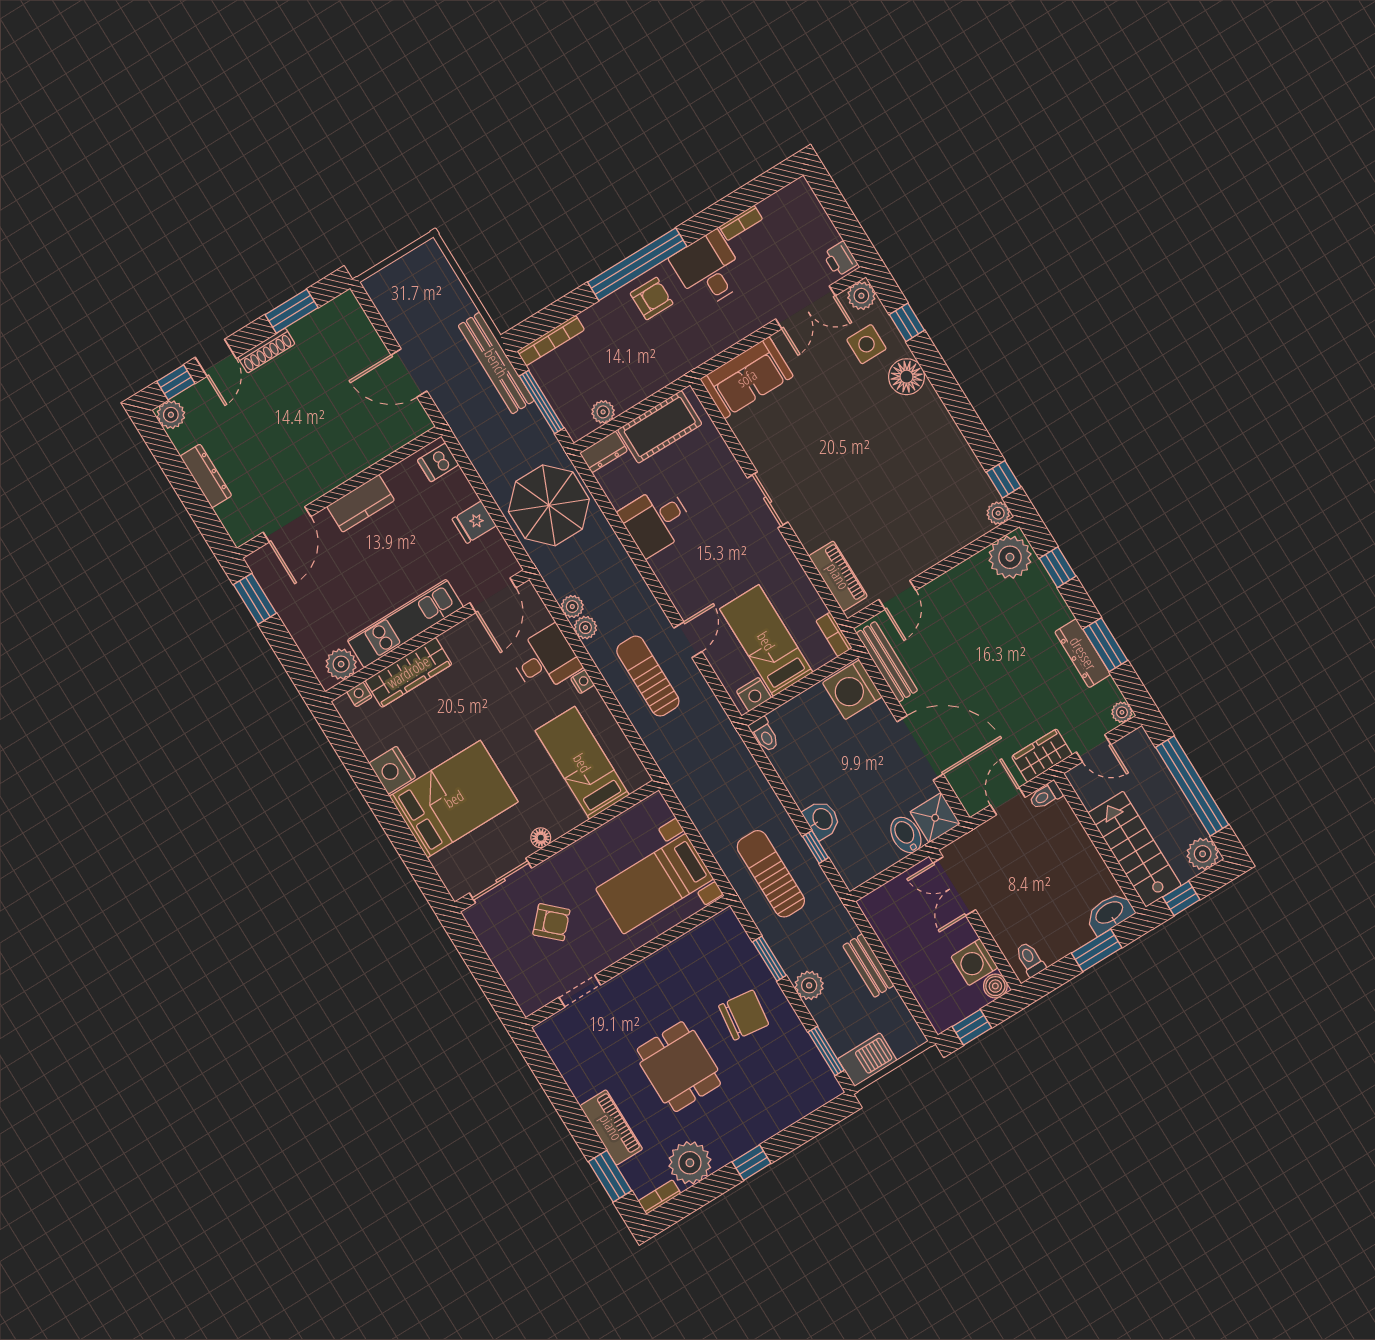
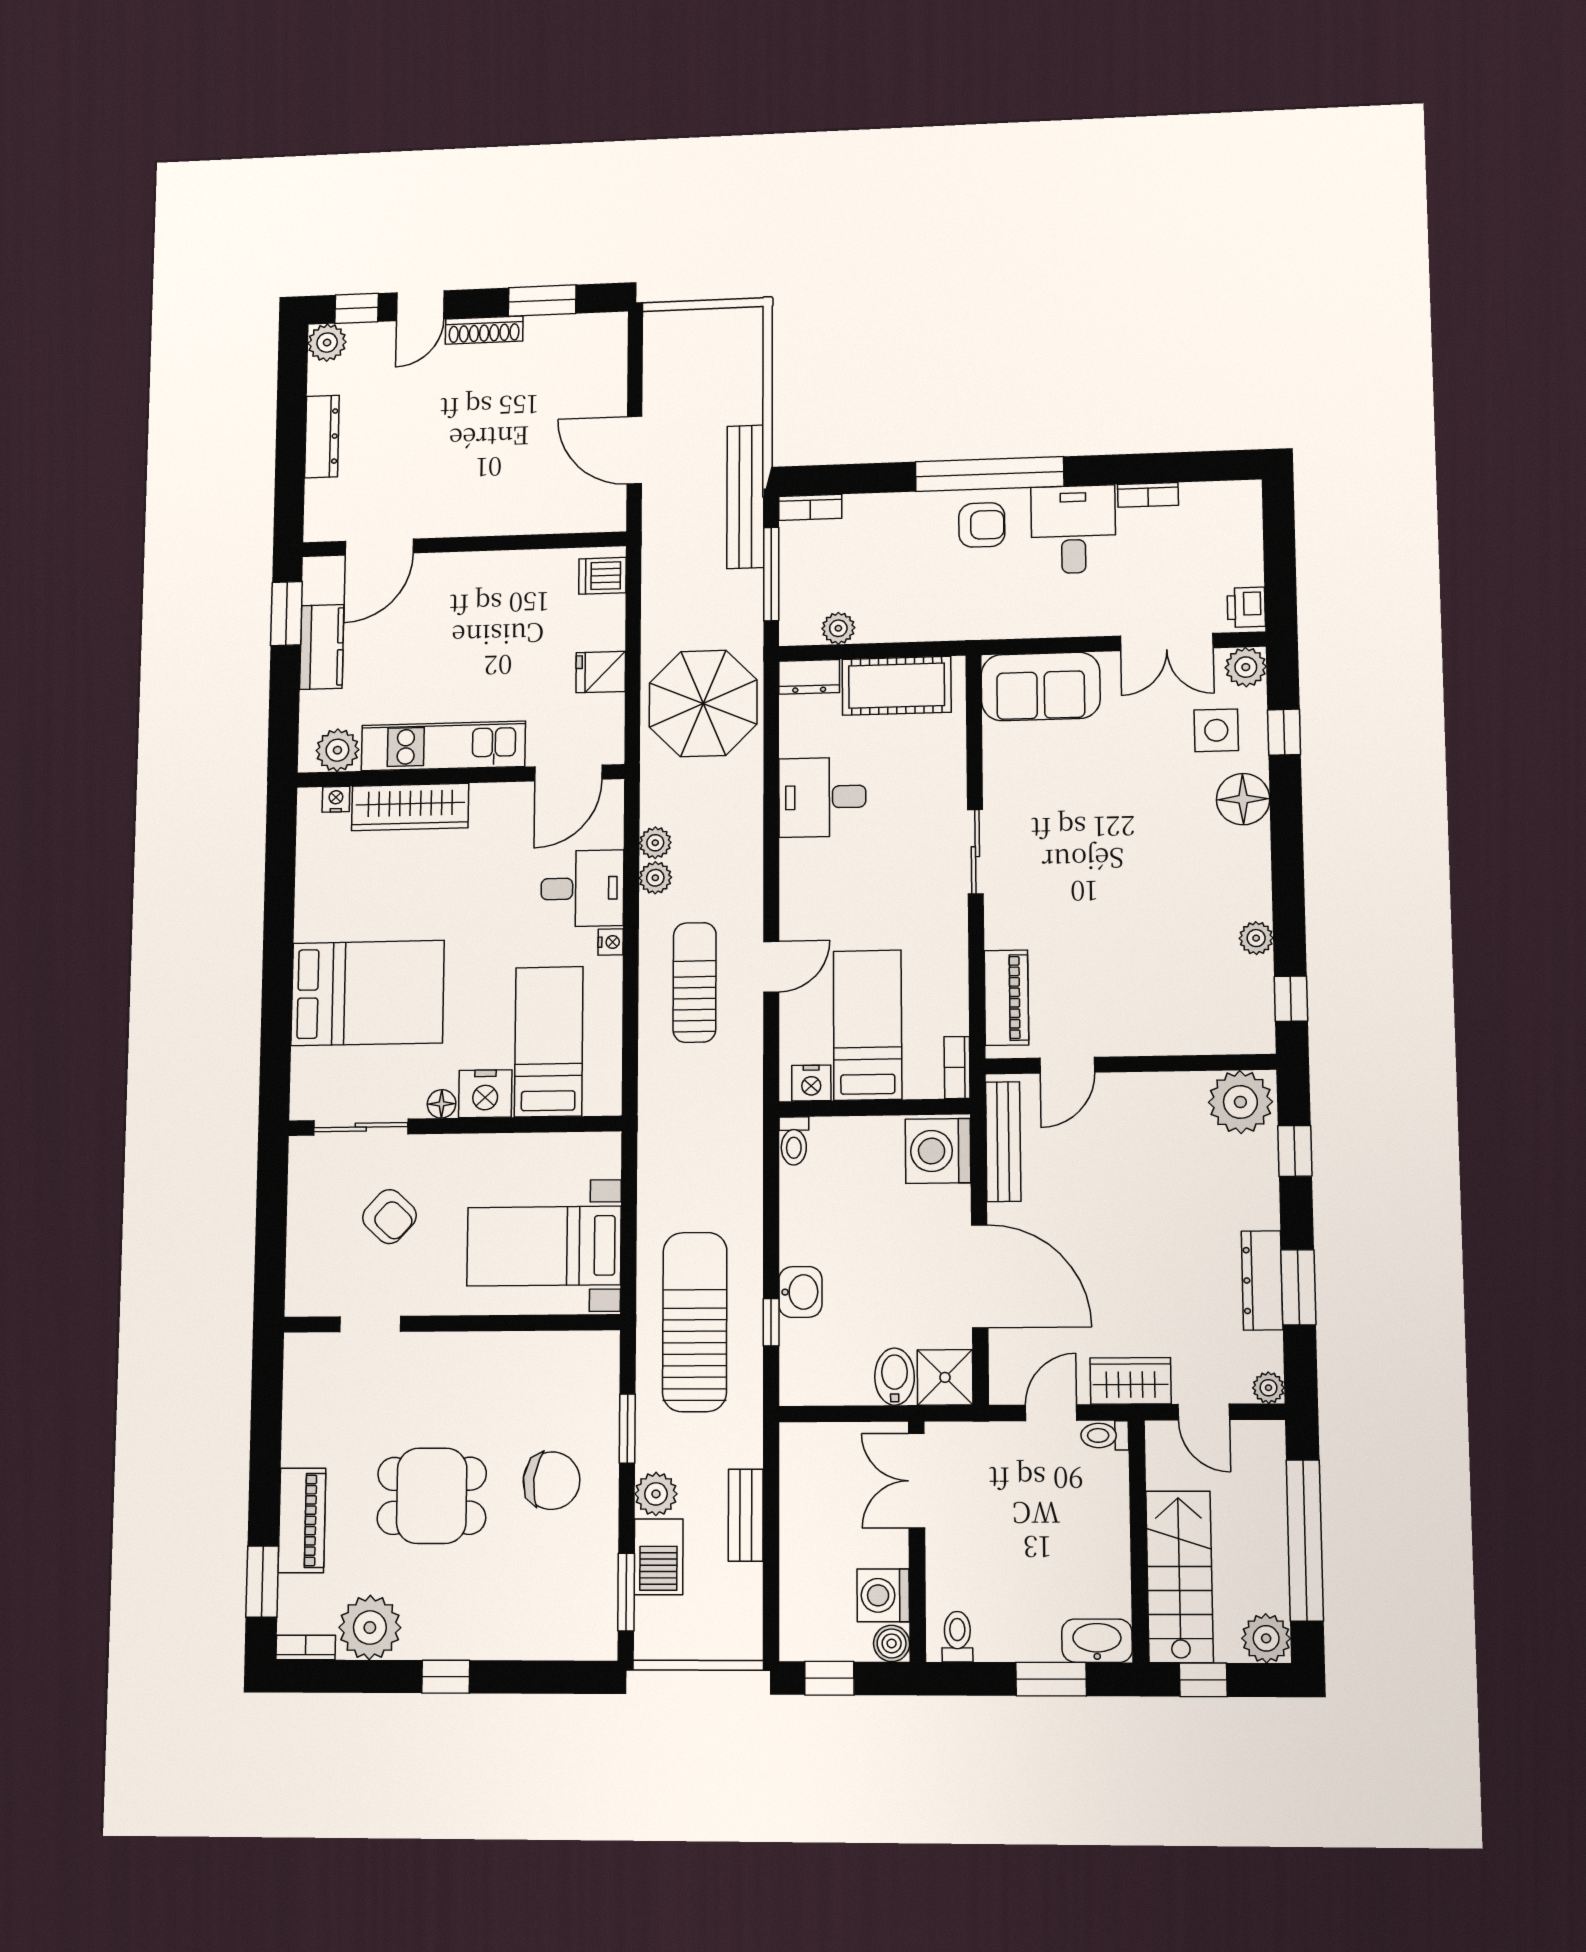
bookcase: (551, 341) -> (810, 507), width x0.64
kitchen counter: (361, 503) -> (322, 647), moved, turned -90
plant: (998, 513) -> (1256, 938), moved
nightstand: (392, 770) -> (485, 1094), moved, turned -90
sun lounger: (771, 874) -> (695, 1322), width x1.36, depth x1.34
barbecue: (867, 1060) -> (658, 1557), moved, turned 90
dining table: (679, 1067) -> (432, 1496), turned 90

